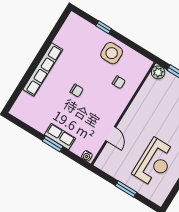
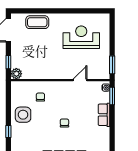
window: (53, 144) -> (112, 96), moved
window: (126, 189) -> (112, 65), moved

